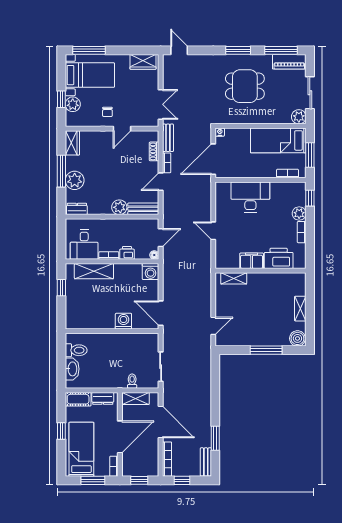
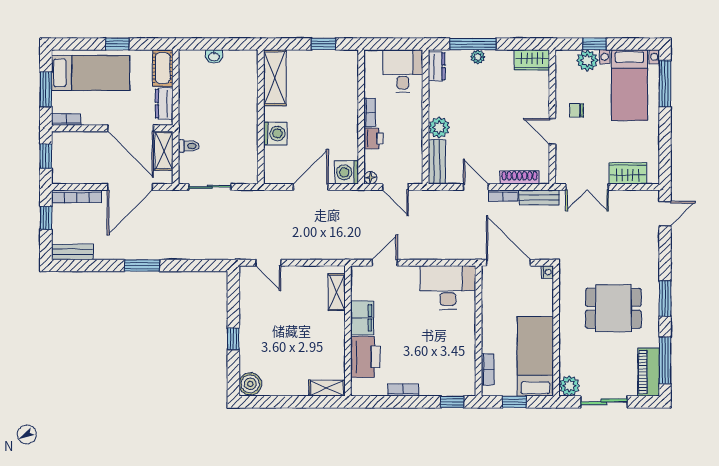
wardrobe: (143, 62) -> (628, 173), moved, turned 90
dining table: (245, 86) -> (613, 308), turned 90
shoe rack: (154, 151) -> (519, 177), width x1.43
window: (310, 155) -> (514, 402), width x0.67
window: (61, 171) -> (473, 44), moved
plant: (75, 180) -> (478, 57), width x0.53, depth x0.53
desk: (250, 197) -> (448, 287), moved, turned -90
plant: (299, 214) -> (430, 386), removed
door: (213, 231) -> (385, 263), moved
desk: (84, 245) -> (403, 71), moved, turned 90
shelving: (94, 271) -> (275, 78), moved
shelving: (300, 309) -> (327, 388), moved
door: (161, 313) -> (311, 187), moved
toilet: (76, 350) -> (233, 65), removed
window: (266, 350) -> (233, 339), width x0.46
washbasin: (72, 369) -> (214, 56), width x0.52, depth x0.69
door: (120, 437) -> (131, 128), moved
window: (215, 438) -> (142, 266), moved

